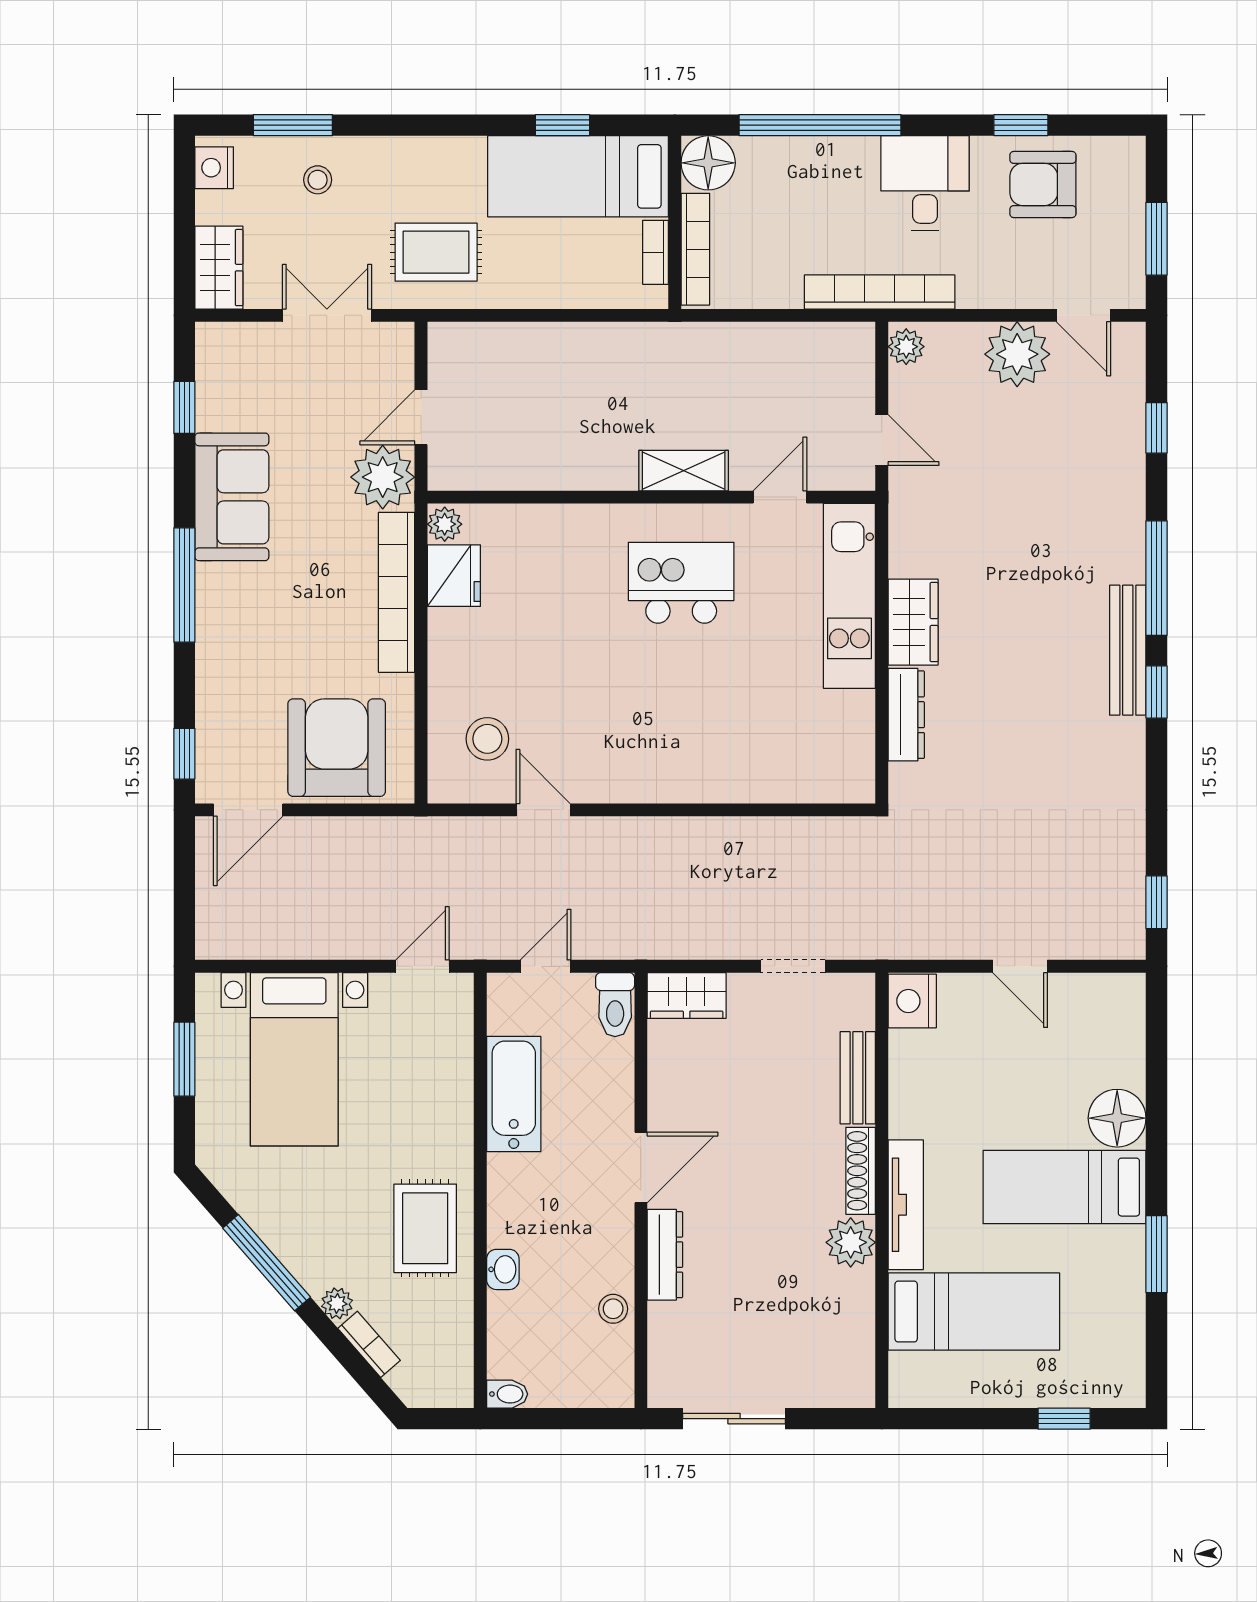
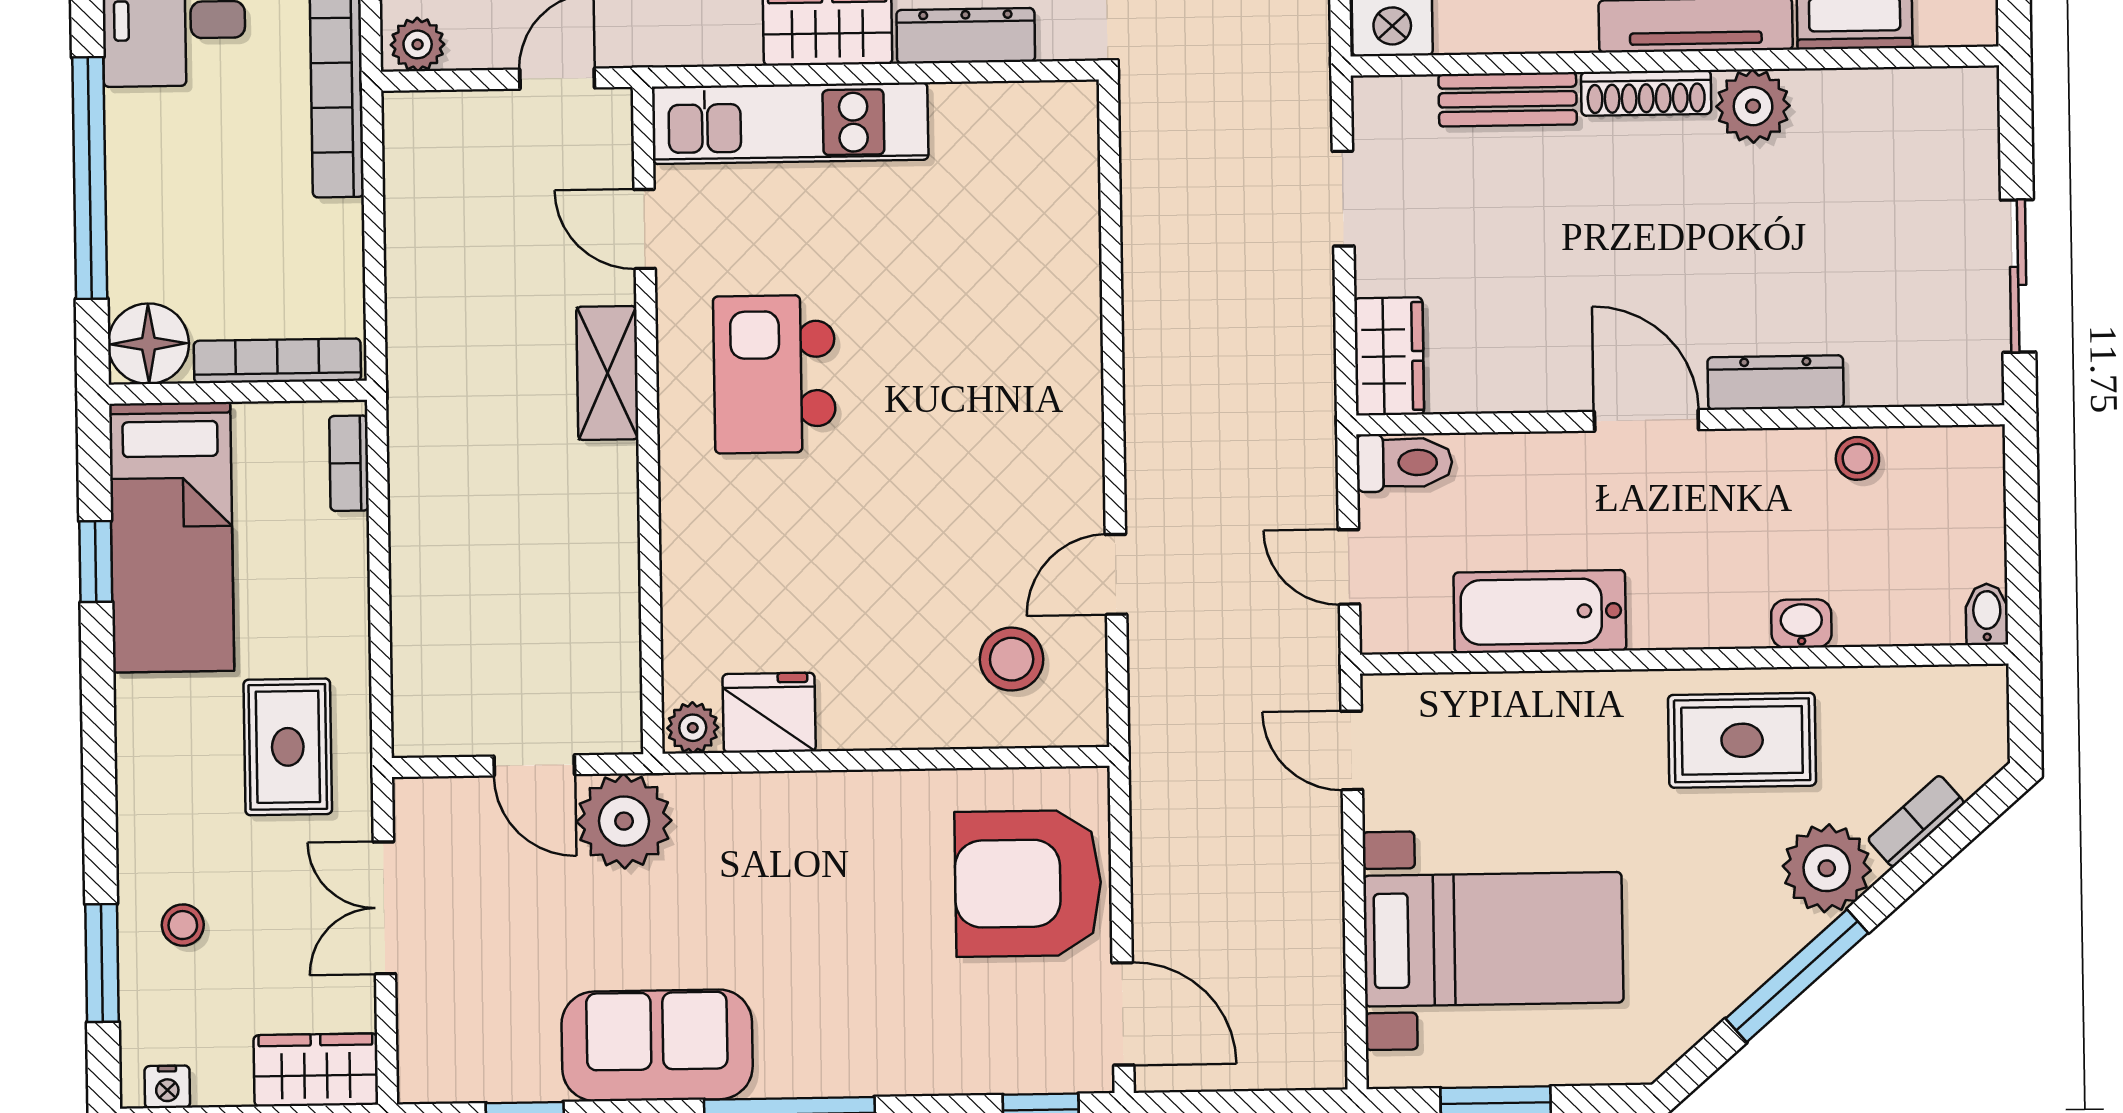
nightstand: (214, 168) -> (167, 1087), width x0.72, depth x0.74
bookcase: (656, 252) -> (349, 463), moved, turned 90
bookcase: (397, 592) -> (795, 798), removed
plant: (337, 1303) -> (1827, 868), width x1.88, depth x1.88

